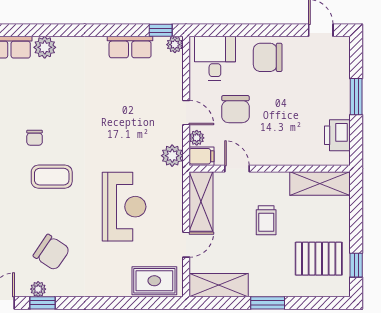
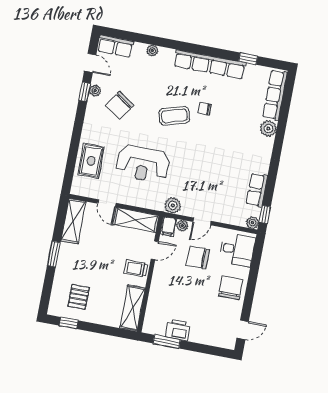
window: (356, 97) -> (167, 342), moved
printer: (337, 135) -> (178, 330), moved
coffee table: (52, 177) -> (174, 116), turned 73
trolley: (266, 220) -> (136, 268), moved
pallet: (319, 259) -> (79, 297), width x0.67, depth x0.71
rug: (154, 281) -> (91, 161), moved

